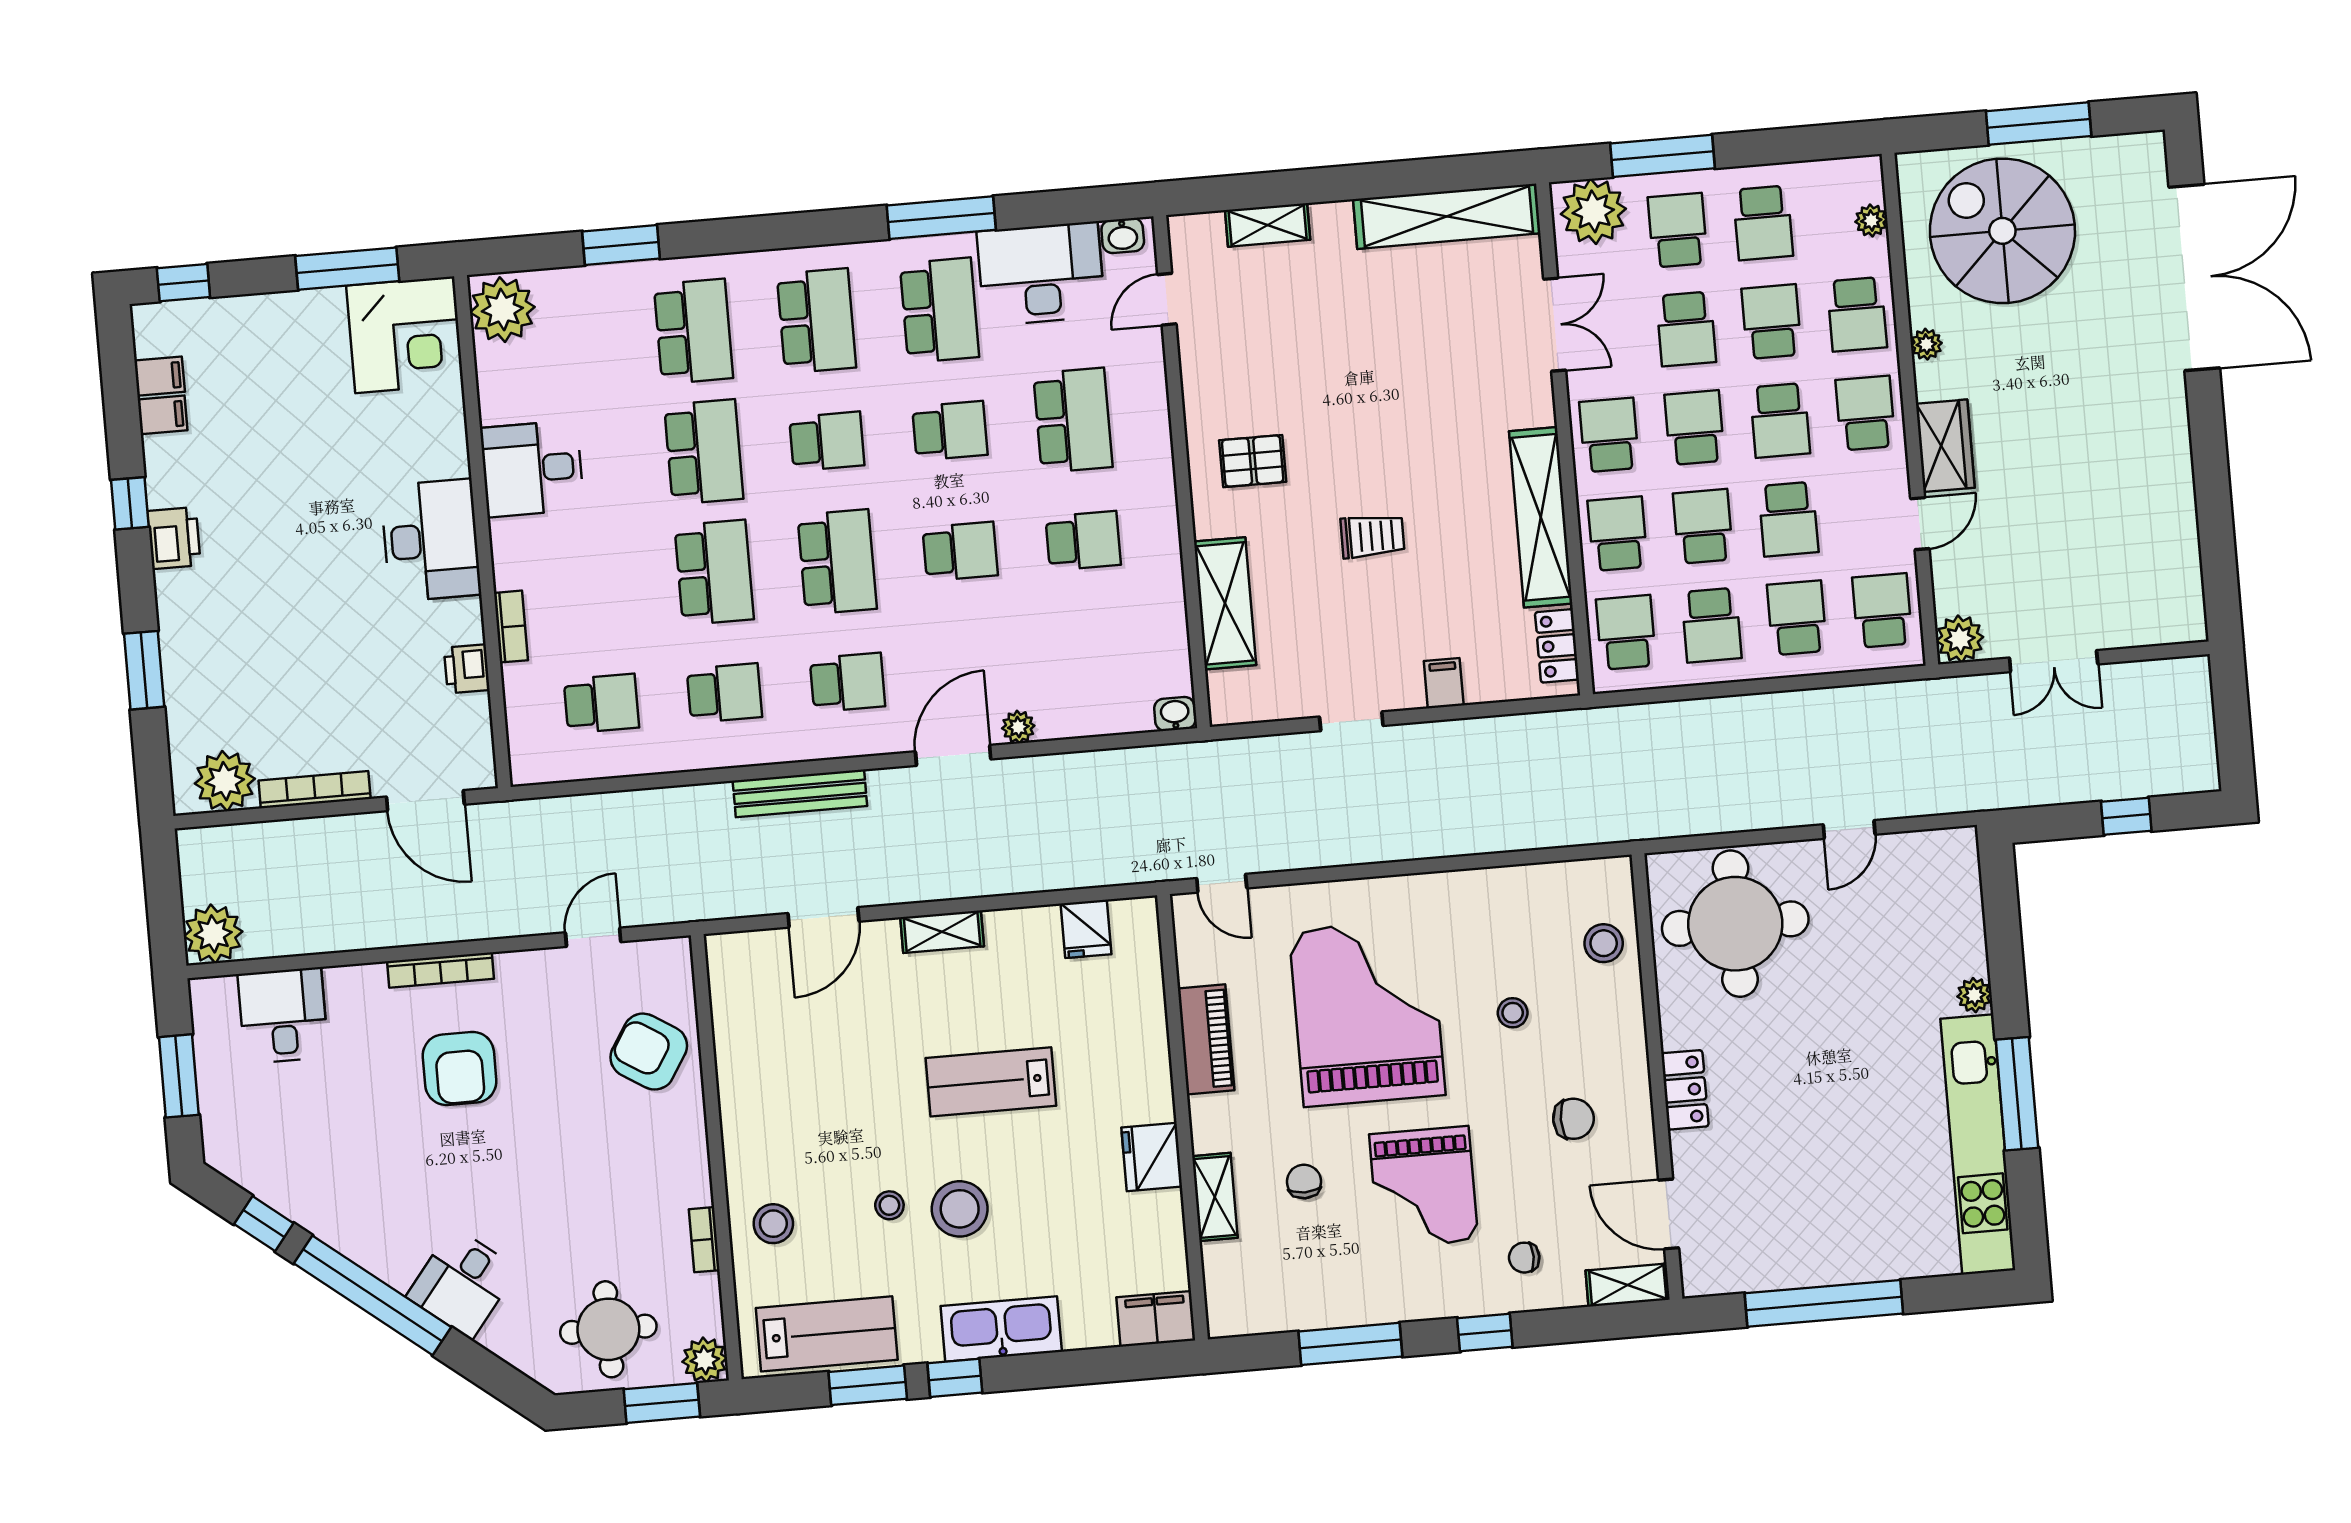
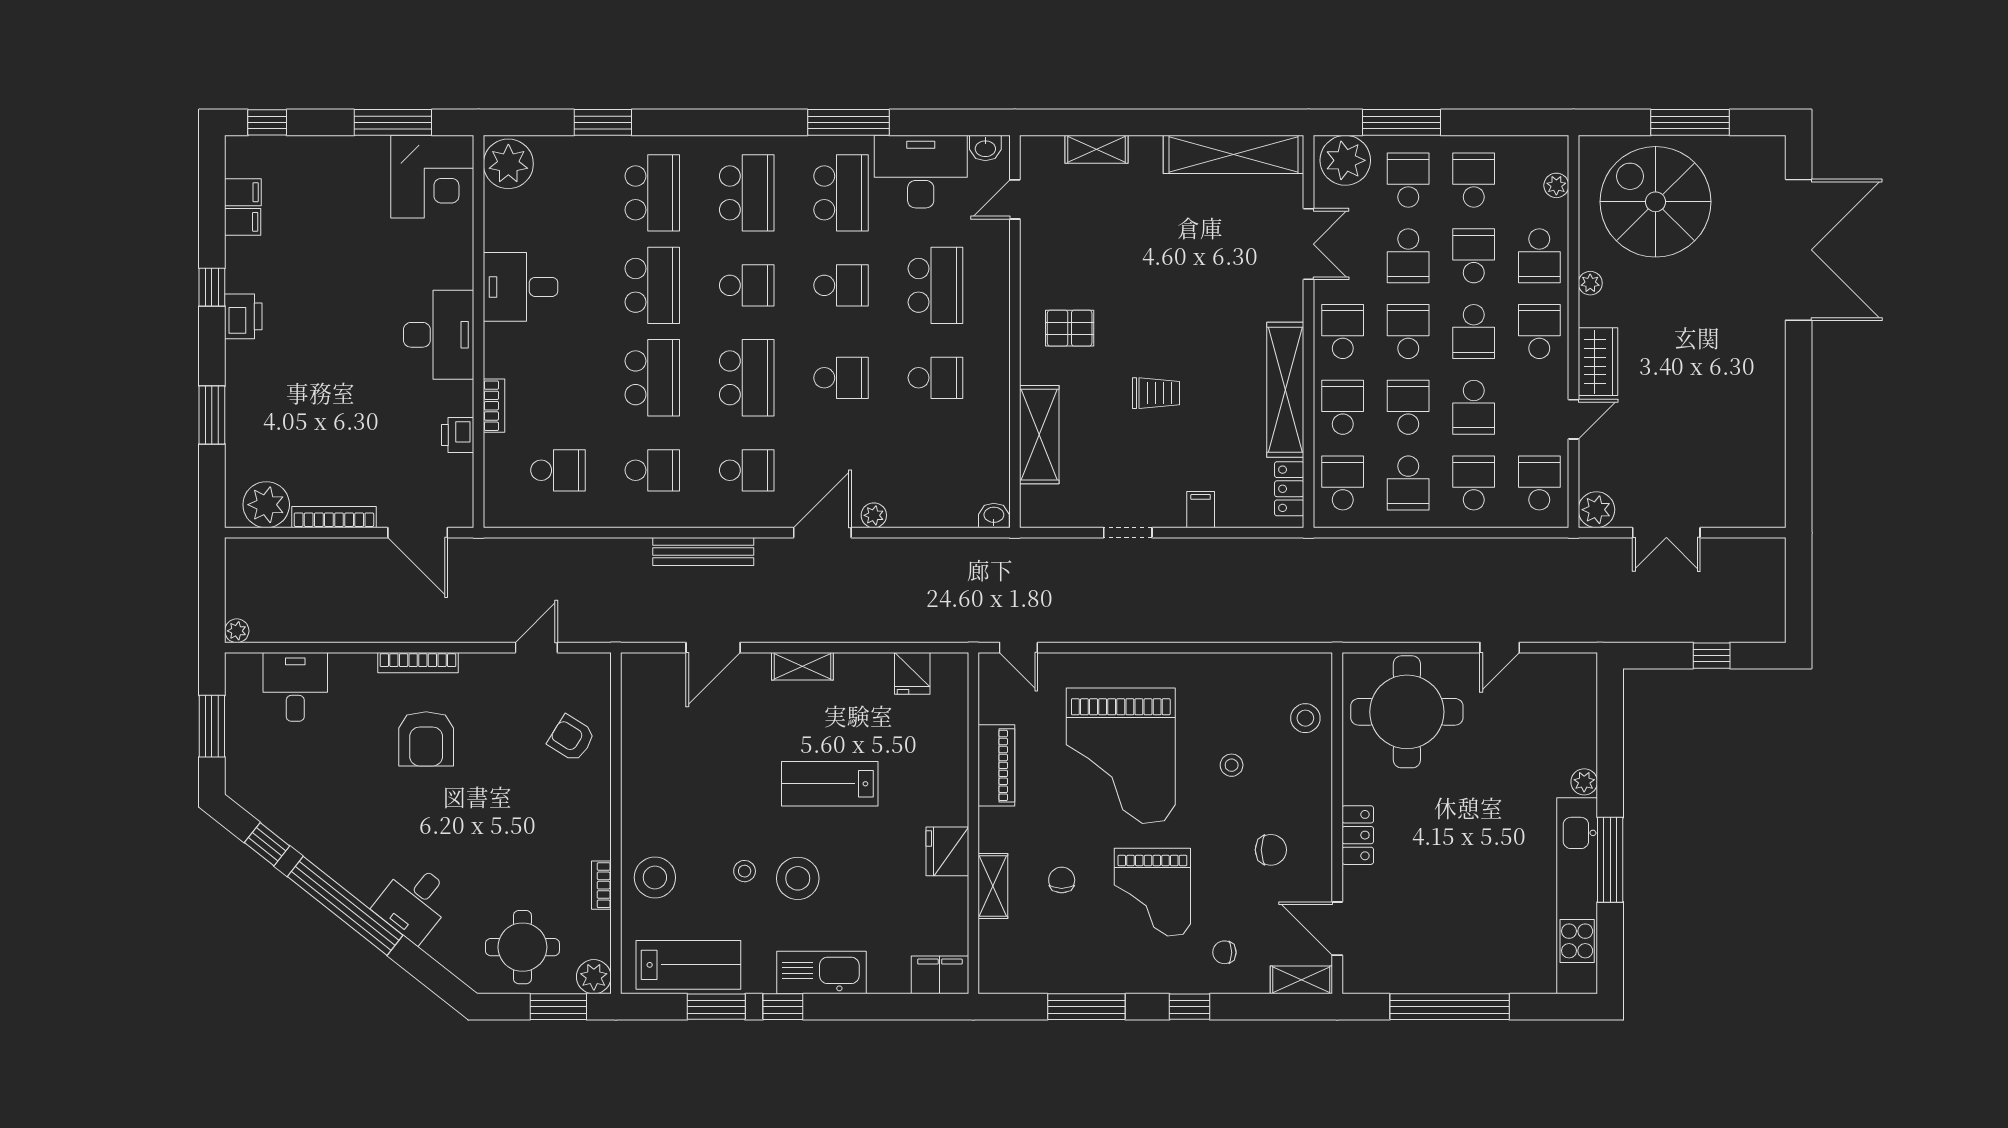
school desk: (1763, 223) -> (1474, 180), turned 180
plant: (213, 934) -> (237, 631), width x0.53, depth x0.53
grand piano: (1367, 1013) -> (1121, 756), turned 180
armchair: (649, 1052) -> (571, 738), width x0.72, depth x0.72
stool: (773, 1224) -> (655, 877), width x1.38, depth x1.38

